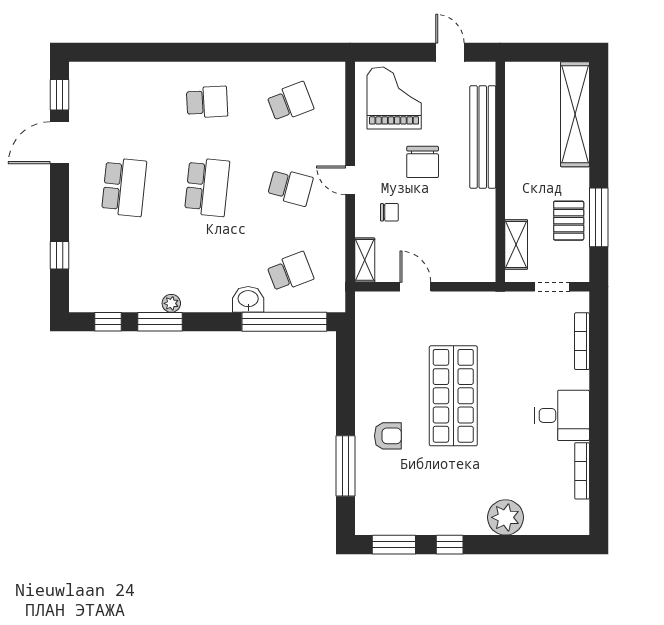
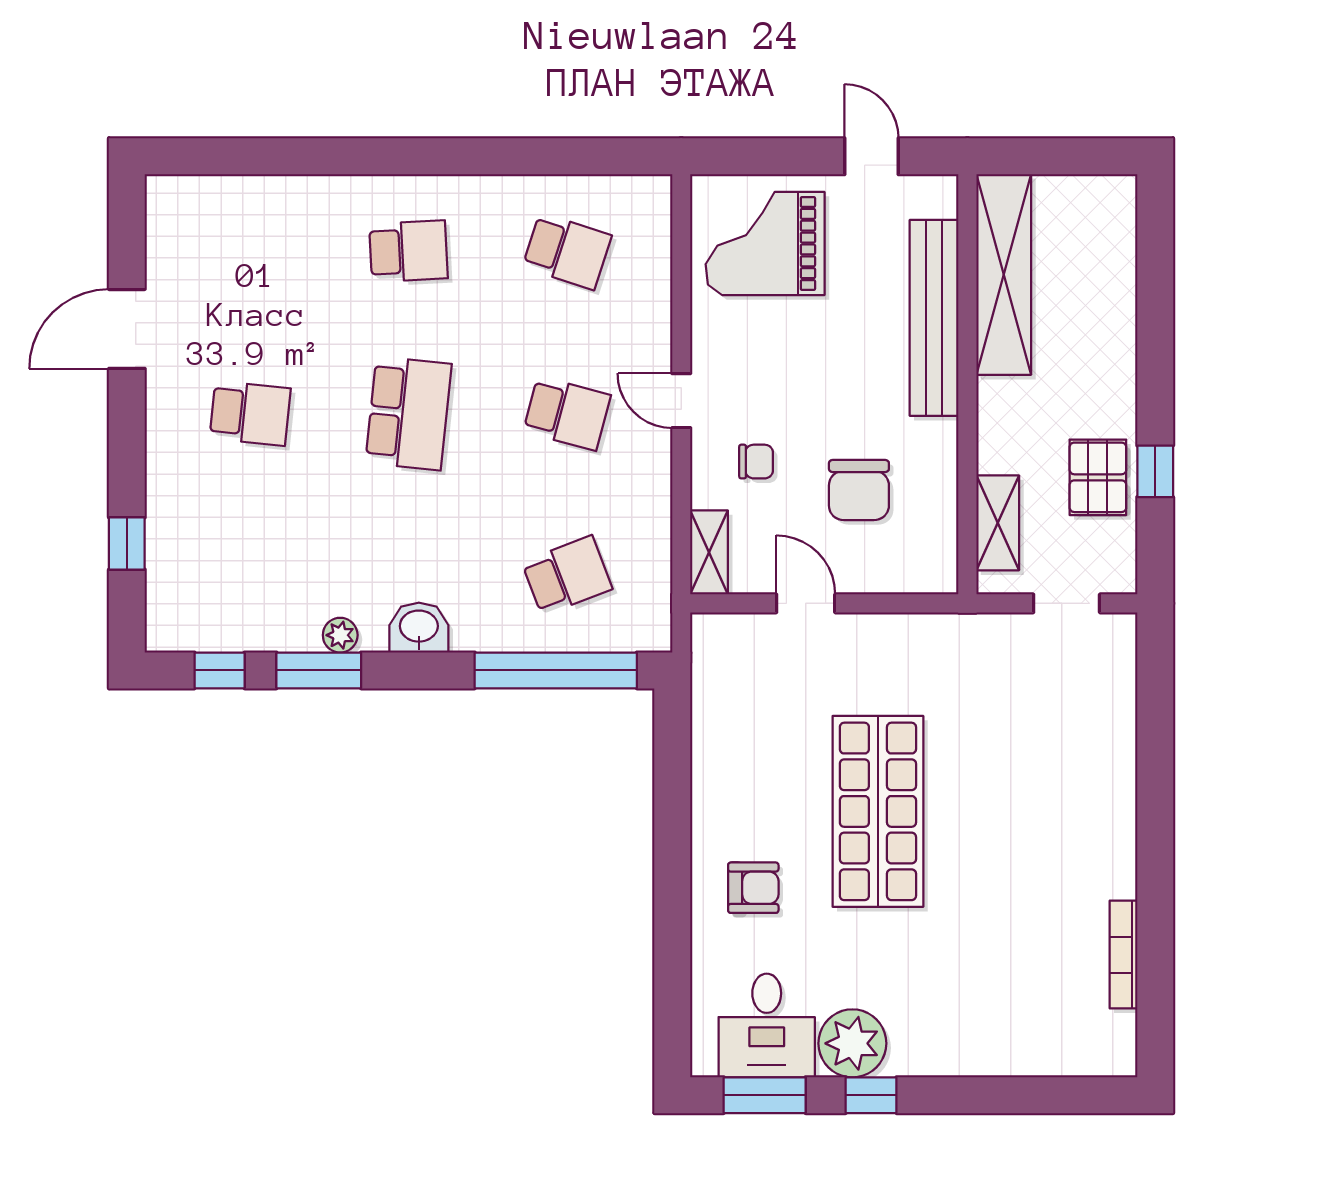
window: (59, 95) -> (127, 237), removed
grand piano: (394, 98) -> (765, 243), turned -90
school desk: (290, 102) -> (567, 251), turned 39
shelving: (575, 114) -> (1004, 274), moved
chair: (423, 162) -> (859, 490), moved
school desk: (124, 187) -> (250, 413), width x0.54
window: (599, 217) -> (1155, 471), width x0.46
washbasin: (248, 299) -> (419, 628), moved
bookcase: (582, 341) -> (1123, 707), removed
desk: (562, 415) -> (767, 1025), moved, turned 90
window: (345, 466) -> (672, 945), removed
plant: (506, 517) -> (852, 1043), moved

